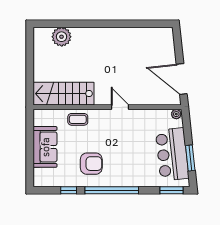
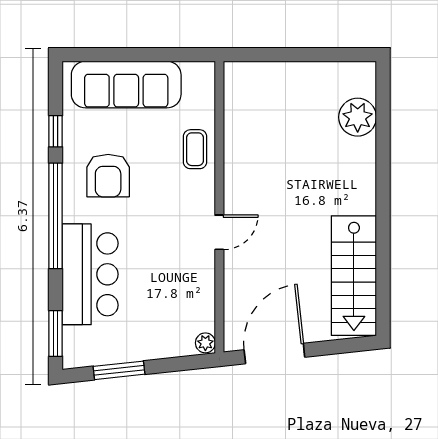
stairs: (63, 94) -> (354, 276), moved, turned 180
sofa: (45, 147) -> (126, 85), width x1.36
bar counter: (172, 154) -> (90, 274), moved, turned 96

